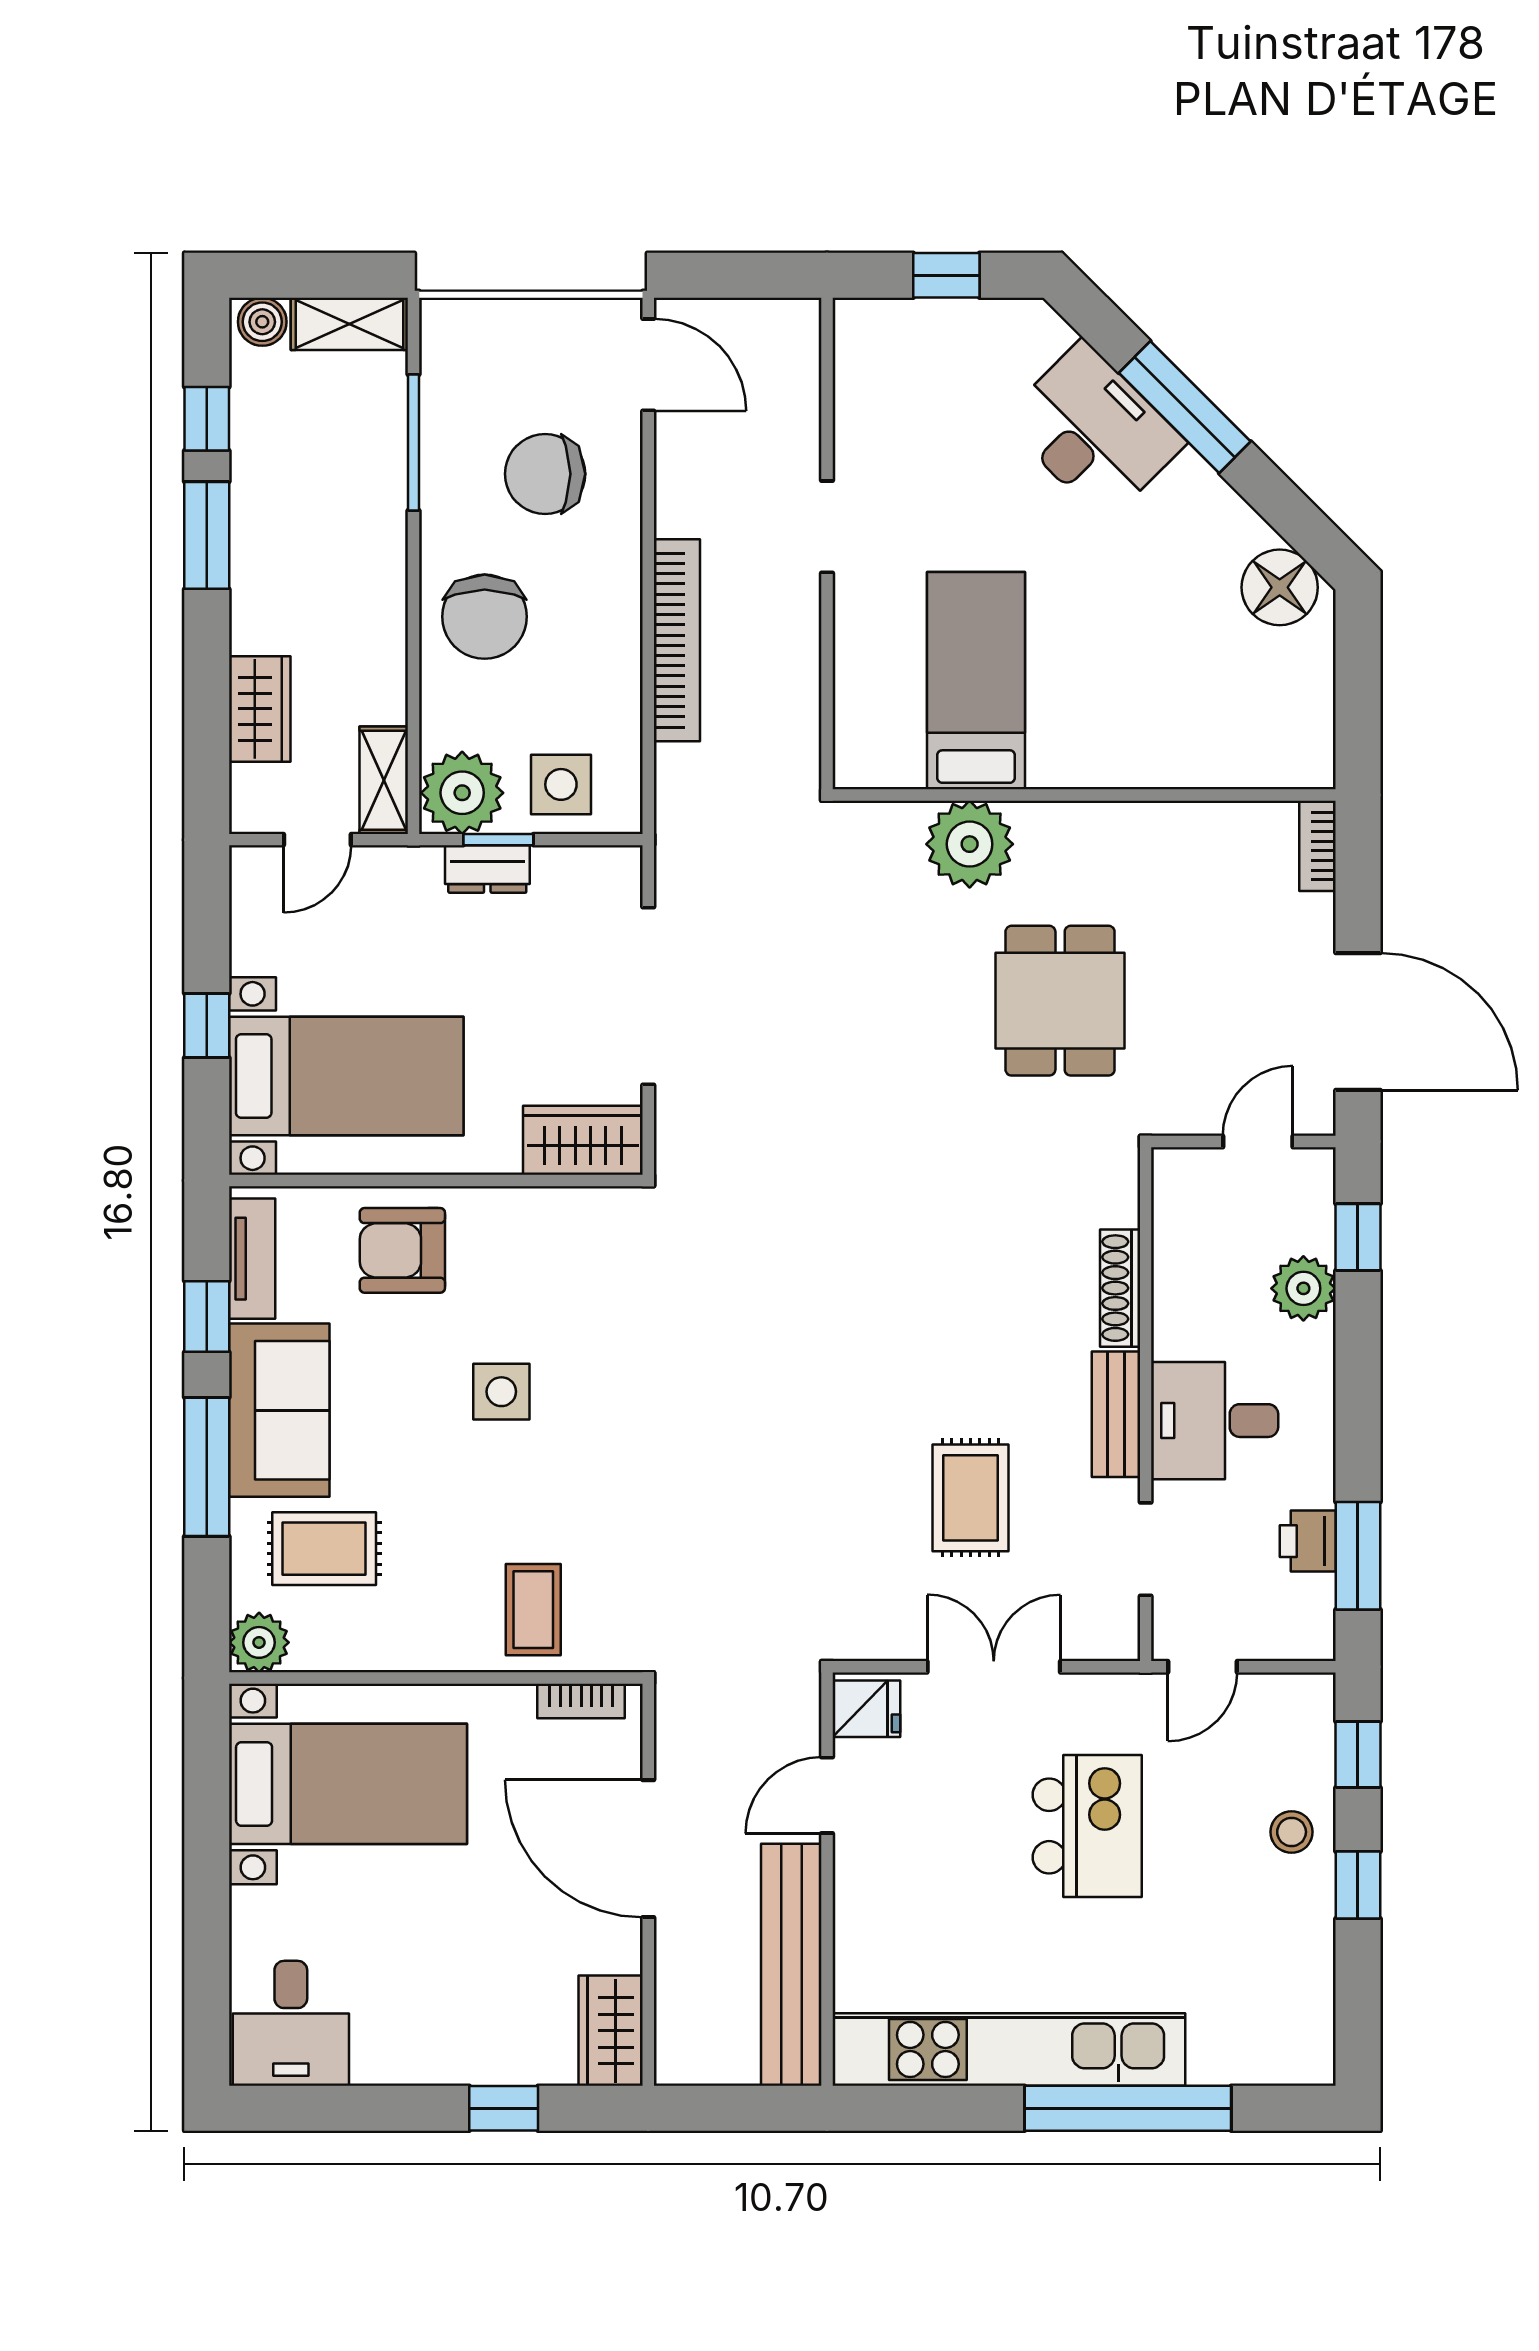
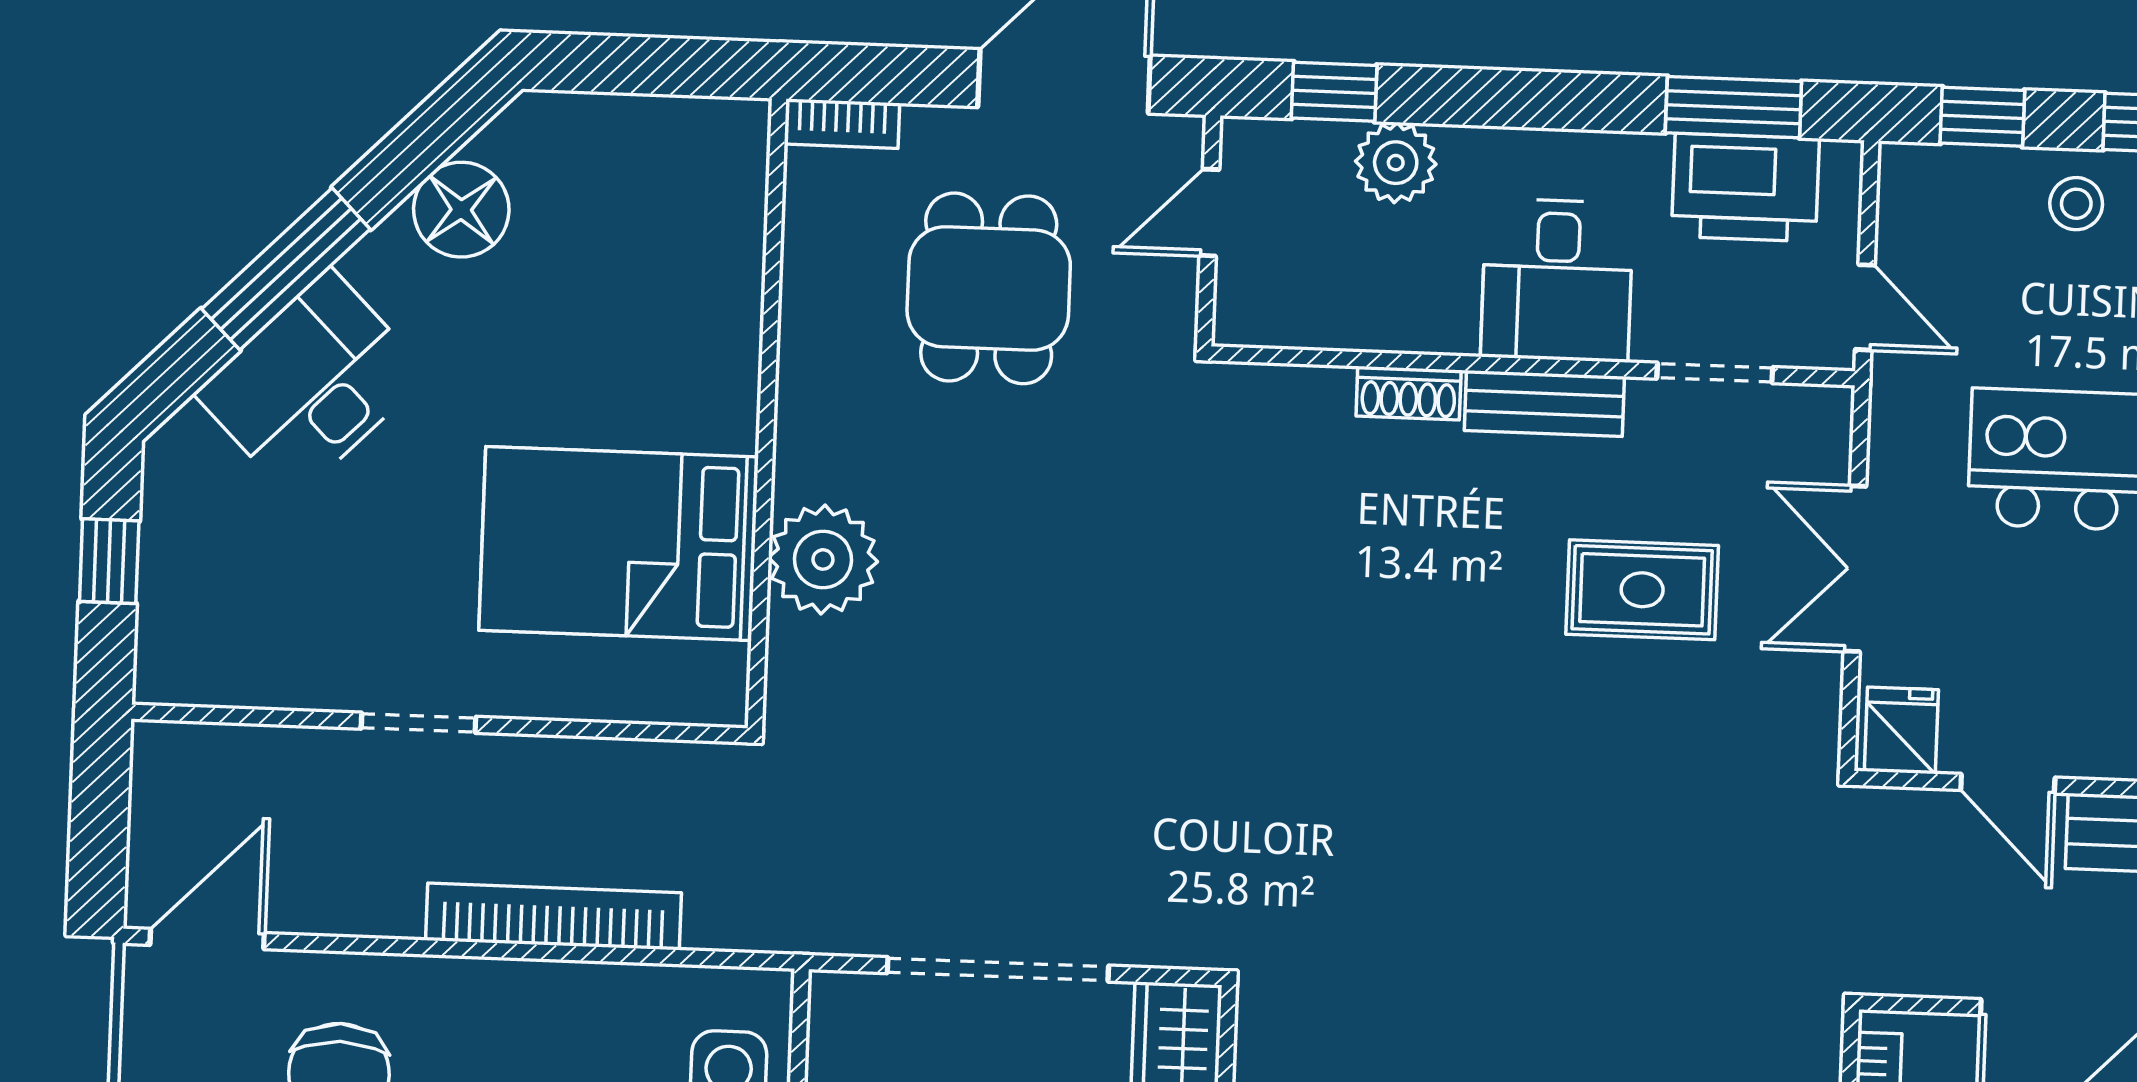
floor lamp: (1280, 587) -> (461, 210), moved
bed: (976, 681) -> (619, 544), width x1.50
dining table: (1060, 1001) -> (989, 288), moved, turned 90
door: (1258, 1141) -> (1209, 213), hinge flipped
shoe rack: (1120, 1288) -> (1409, 393), width x0.70
printer: (1308, 1541) -> (1745, 187), width x1.87, depth x1.48

